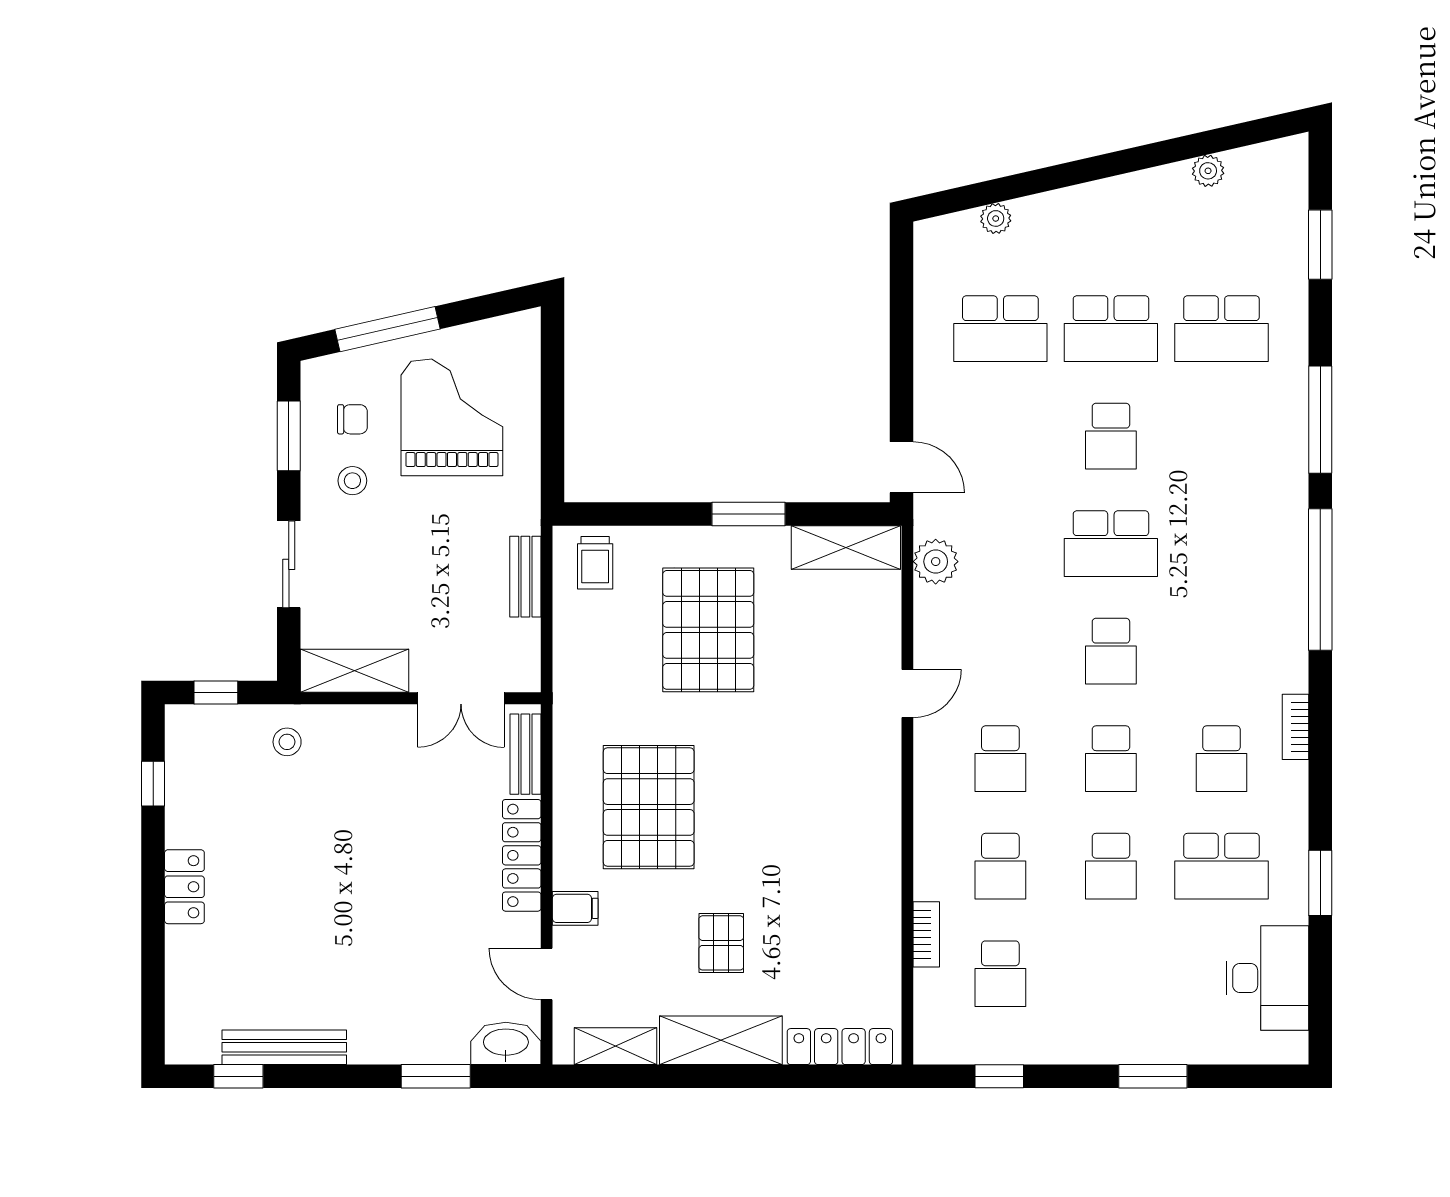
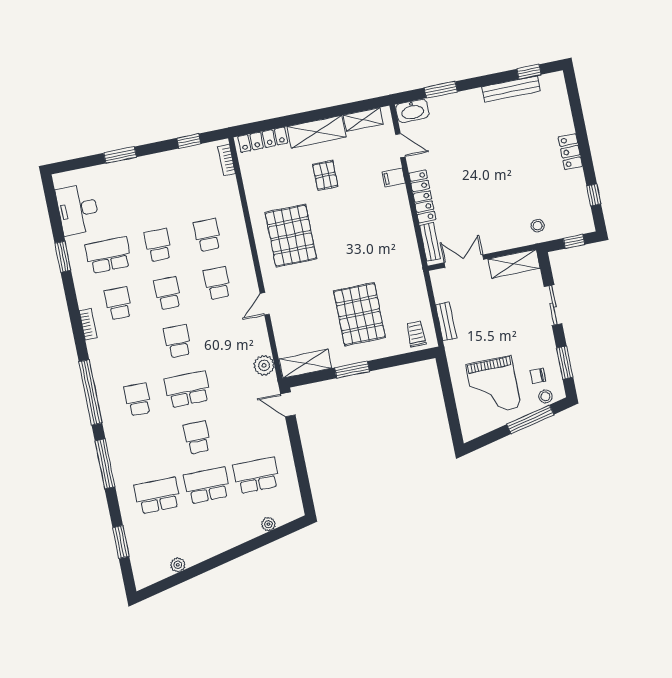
stool: (352, 481) -> (546, 396), moved
pallet: (649, 807) -> (291, 236), moved
bookcase: (926, 934) -> (227, 160), moved
school desk: (1000, 974) -> (138, 399), moved

